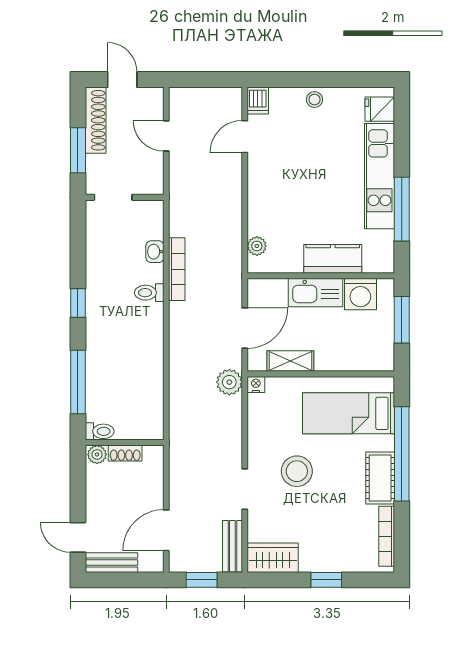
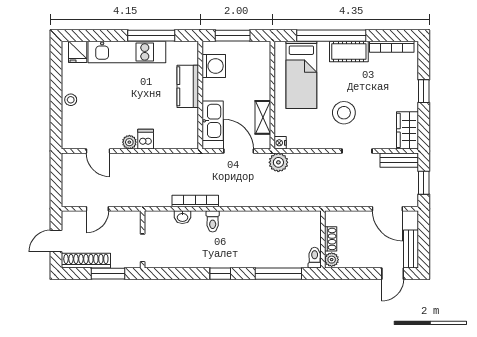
dishwasher: (258, 101) -> (146, 139), moved, turned -90
plant: (257, 246) -> (129, 142), moved
kitchen sink: (316, 292) -> (213, 121), moved

